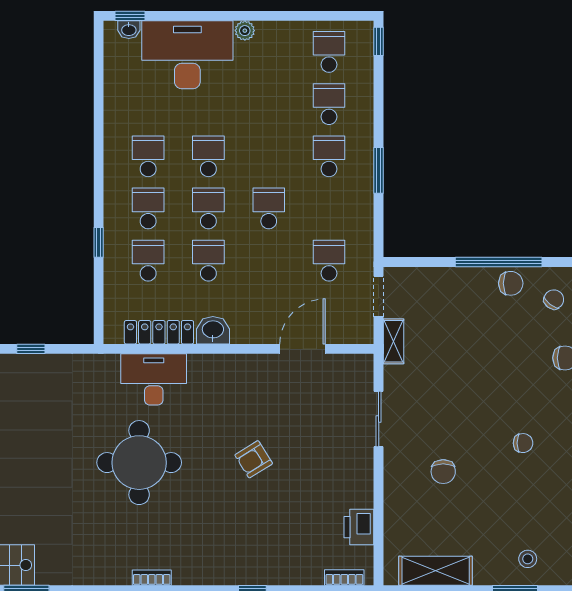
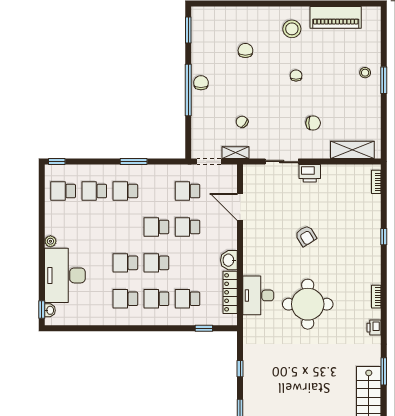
window: (99, 242) -> (204, 328), moved
school desk: (208, 261) -> (187, 227), moved
chair: (554, 299) -> (242, 122), moved
printer: (359, 527) -> (310, 173), moved
shelving: (436, 571) -> (352, 150), moved, turned 90
printer: (100, 574) -> (374, 328), added

